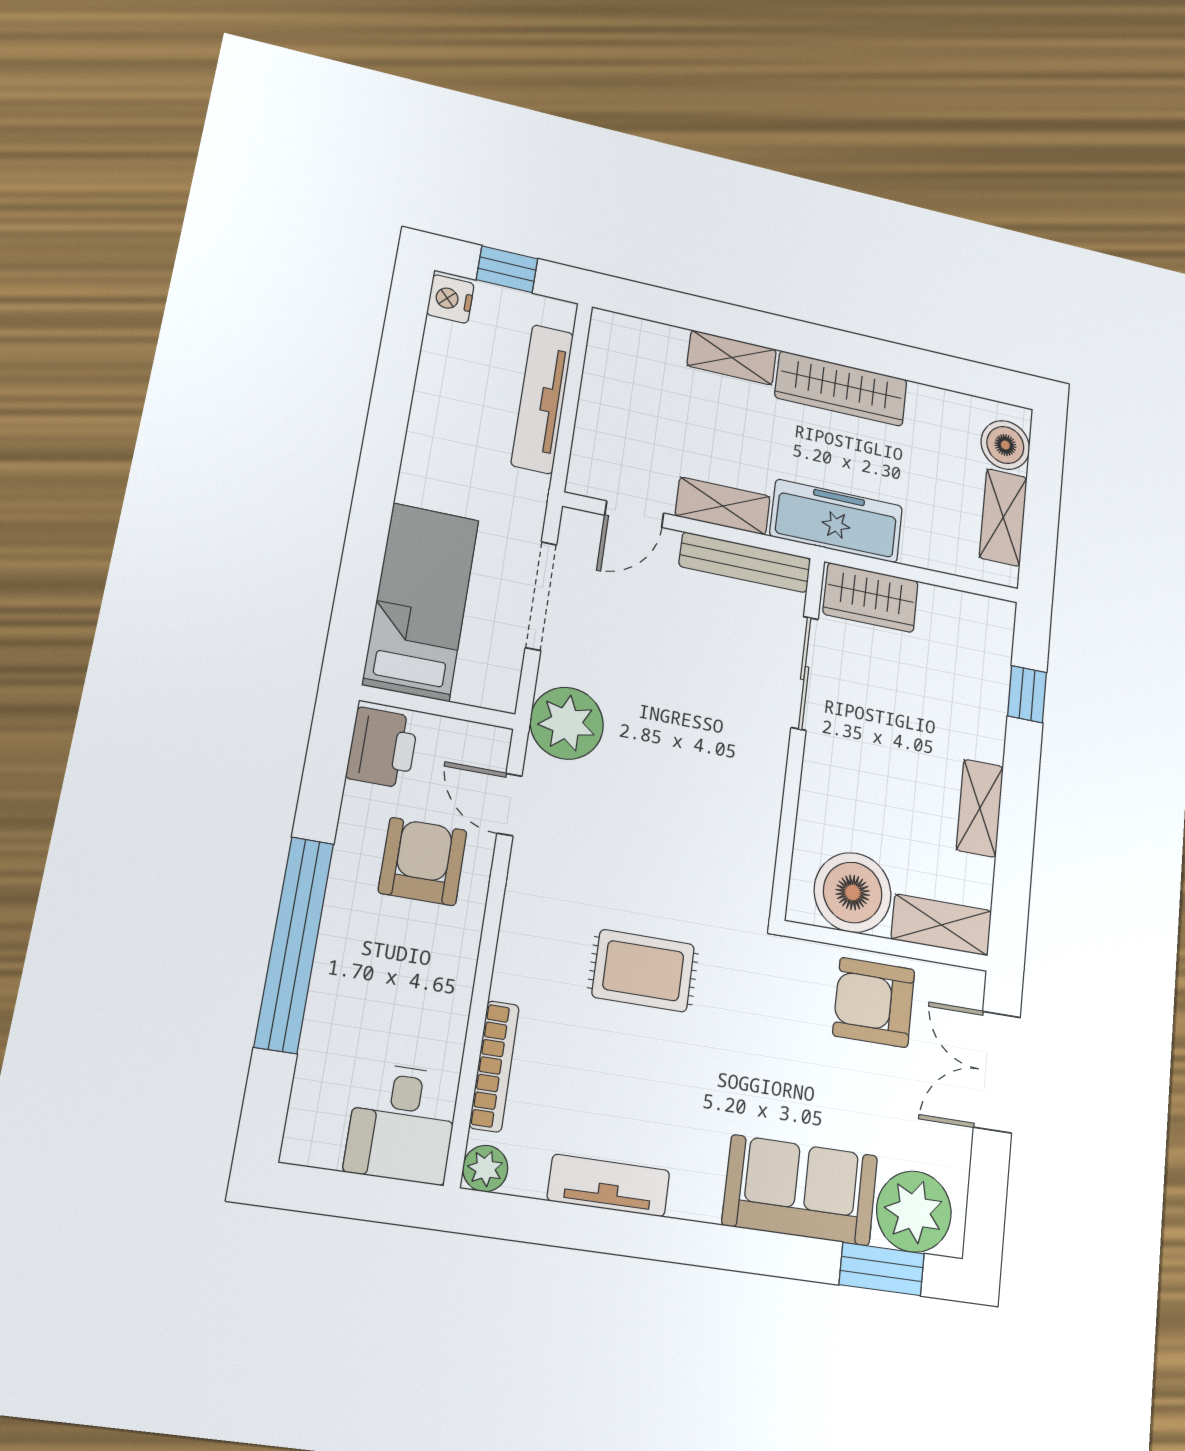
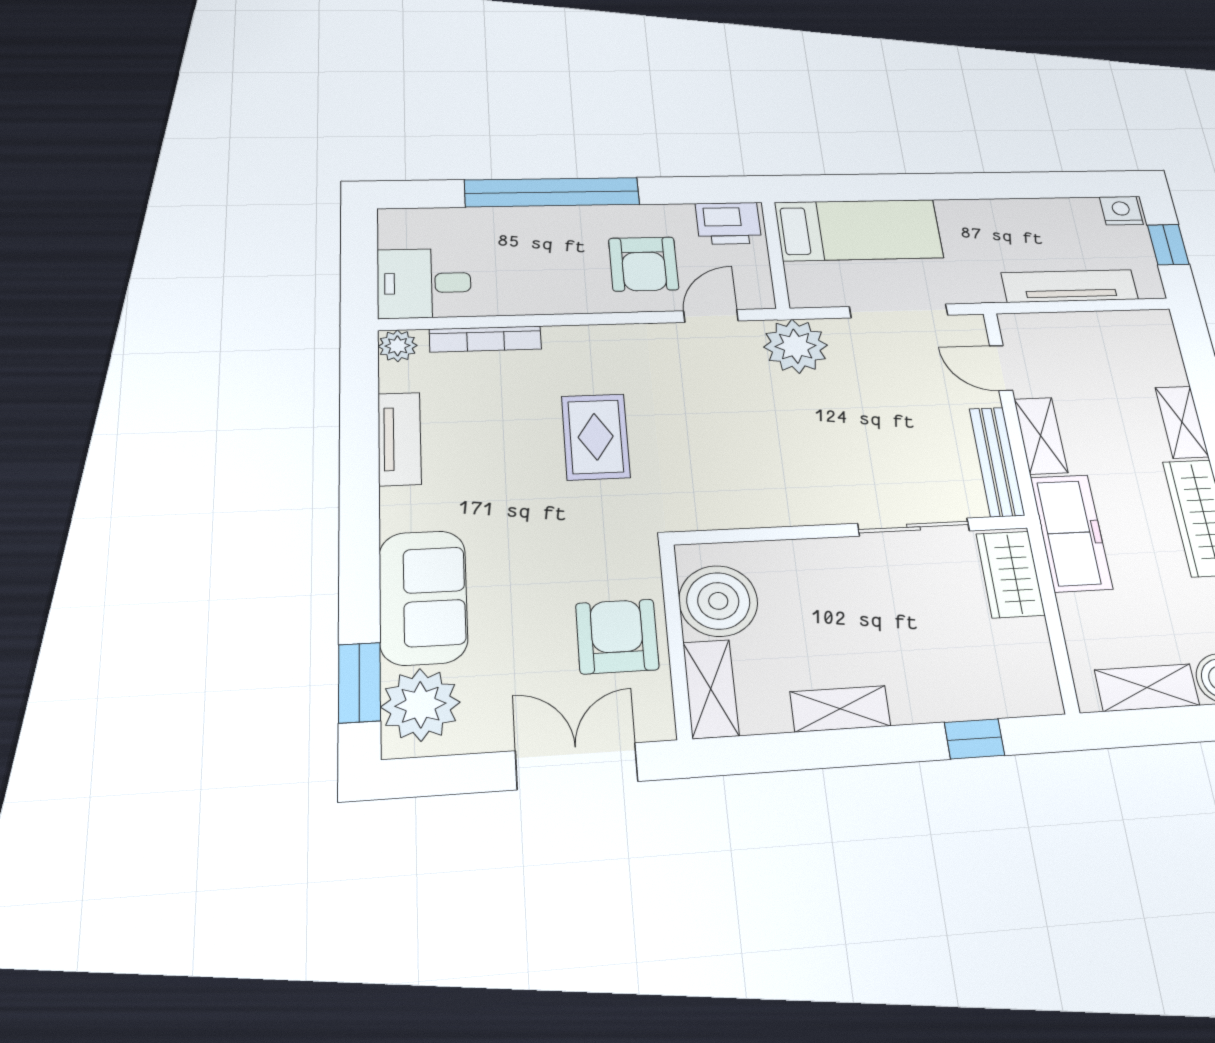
armchair: (423, 861) -> (644, 264), turned 90

